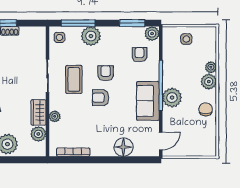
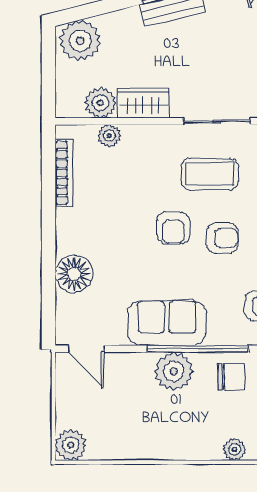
plant: (209, 82) -> (71, 445), moved
armchair: (101, 98) -> (173, 228), turned 180
chair: (206, 109) -> (231, 377), moved
plant: (55, 116) -> (109, 136), moved

